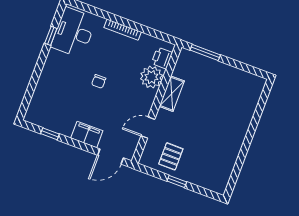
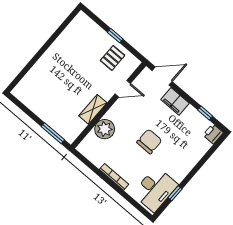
printer: (162, 58) -> (213, 134), moved, turned 180
chair: (99, 81) -> (149, 141), width x1.87, depth x1.87

